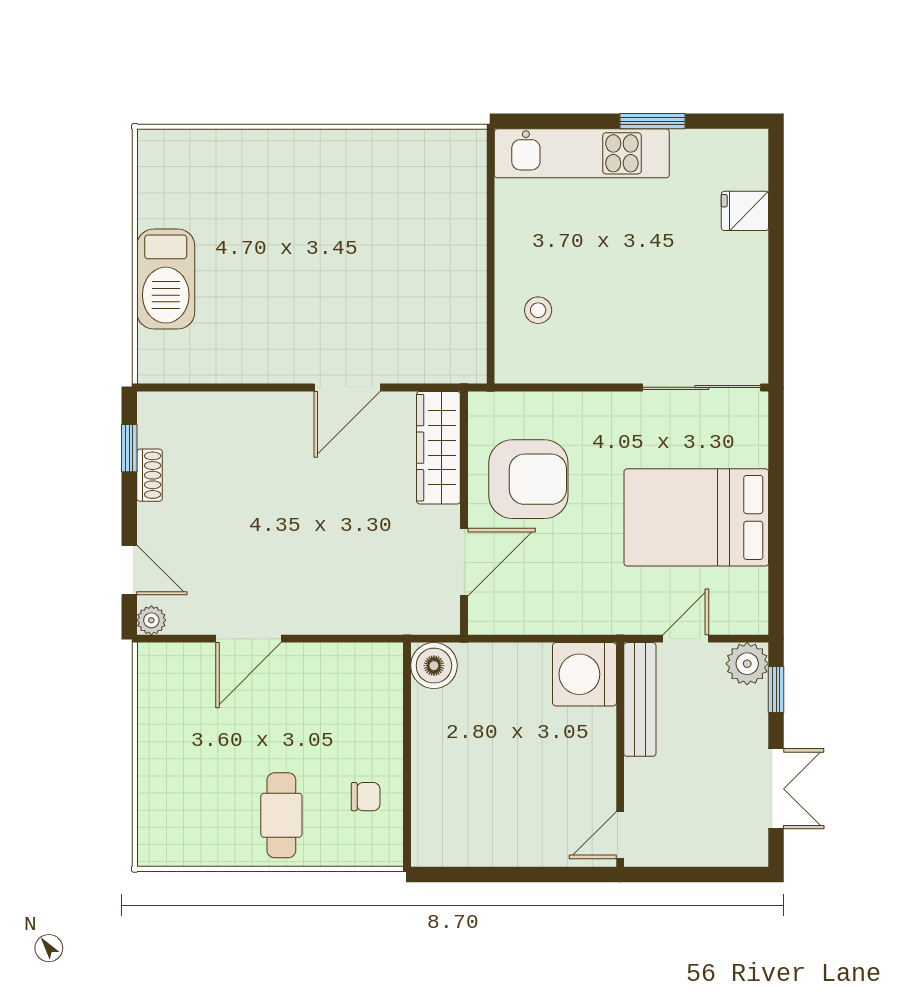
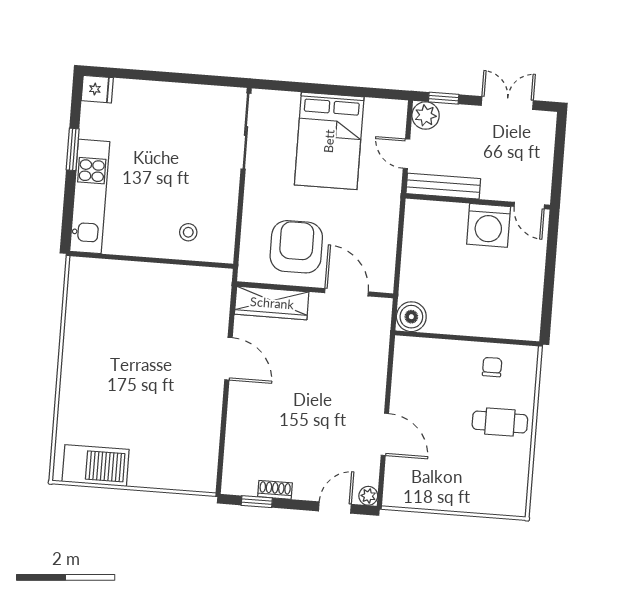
fridge: (745, 211) -> (97, 89), moved, turned -90
barbecue: (166, 279) -> (96, 466), moved
washing machine: (584, 674) -> (489, 225), moved

